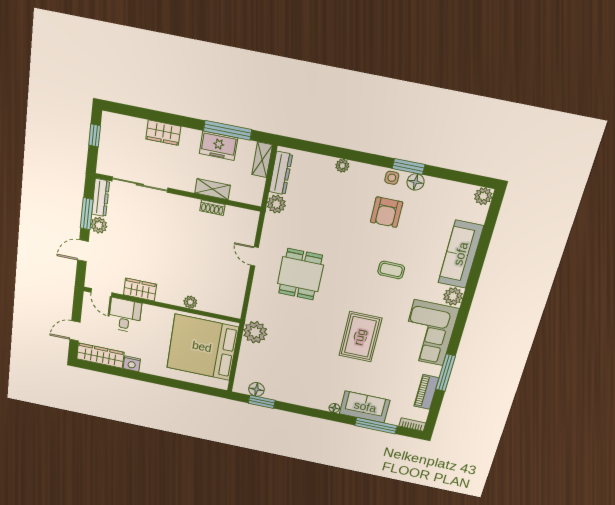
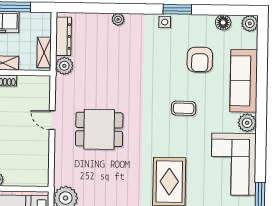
shelving: (262, 160) -> (44, 52), moved
floor lamp: (416, 182) -> (223, 22), moved
armchair: (387, 212) -> (200, 60), moved
dining table: (300, 274) -> (99, 129), turned 90

